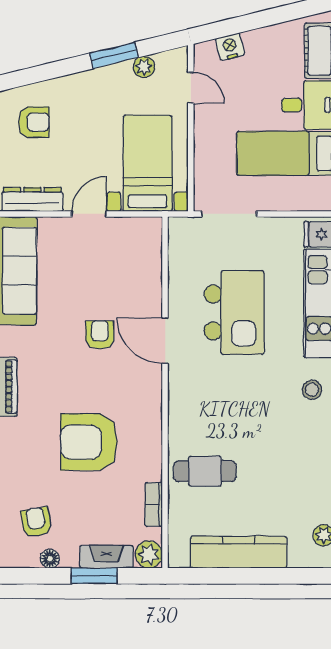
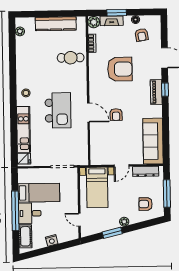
nightstand: (230, 47) -> (52, 240), moved
plant: (144, 67) -> (124, 222), moved
kitchen island: (234, 312) -> (58, 110), moved, turned 180

